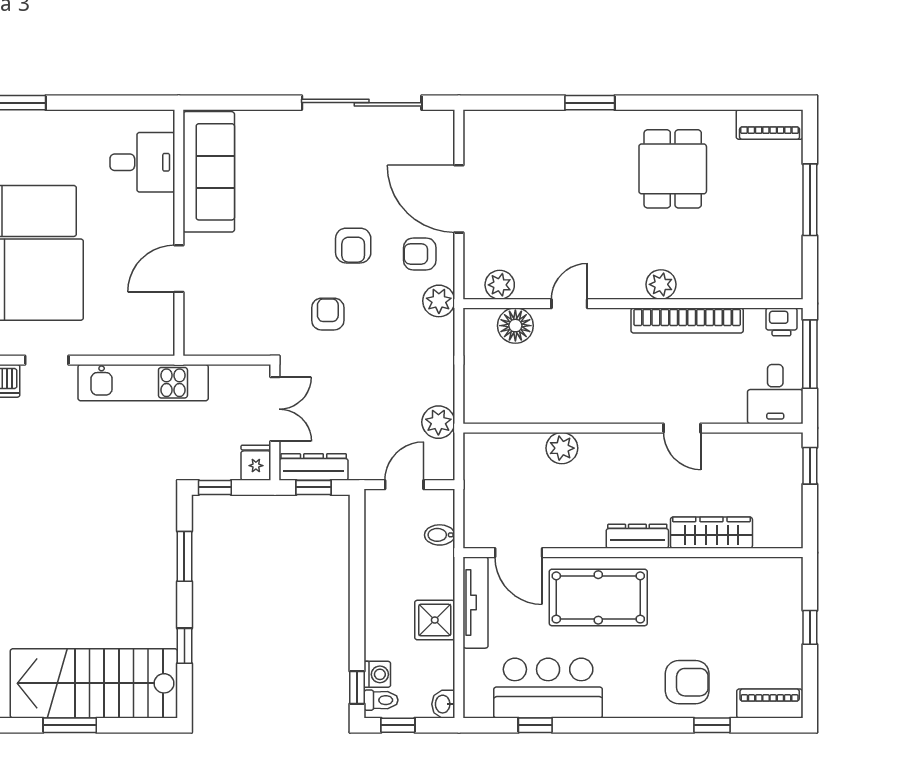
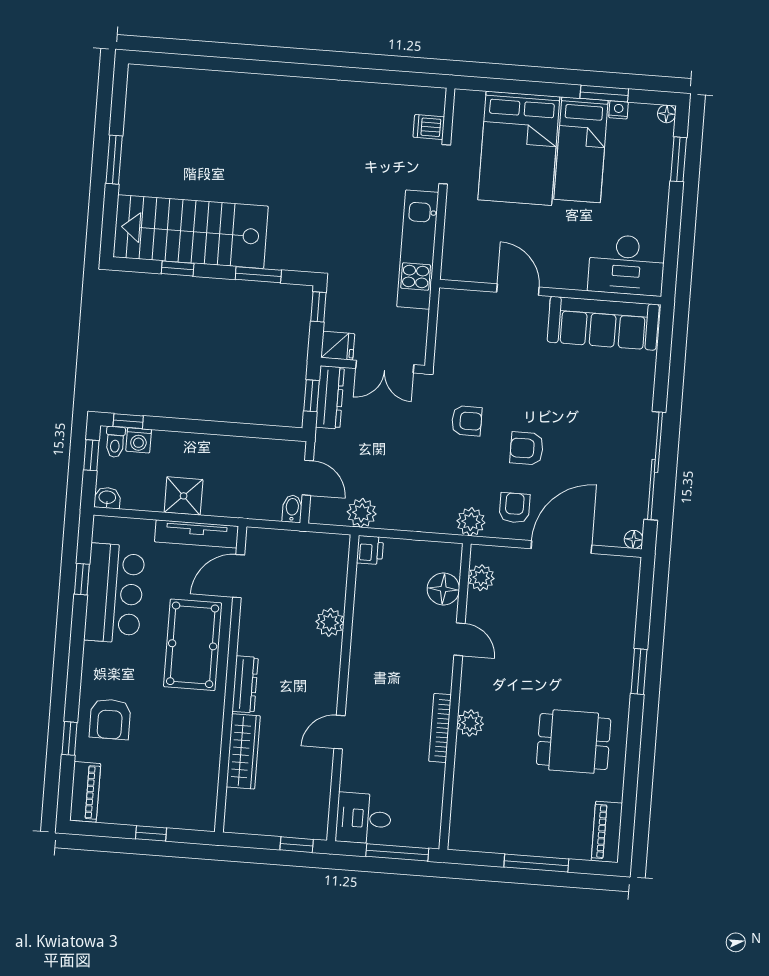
floor lamp: (445, 120) -> (634, 539), added
desk: (142, 162) -> (626, 265), width x1.37
bookcase: (687, 320) -> (440, 728), width x0.68, depth x0.76
printer: (781, 322) -> (370, 550), moved, turned 180
bidet: (440, 535) -> (292, 509), moved
stairs: (94, 683) -> (191, 232), moved, turned -90

